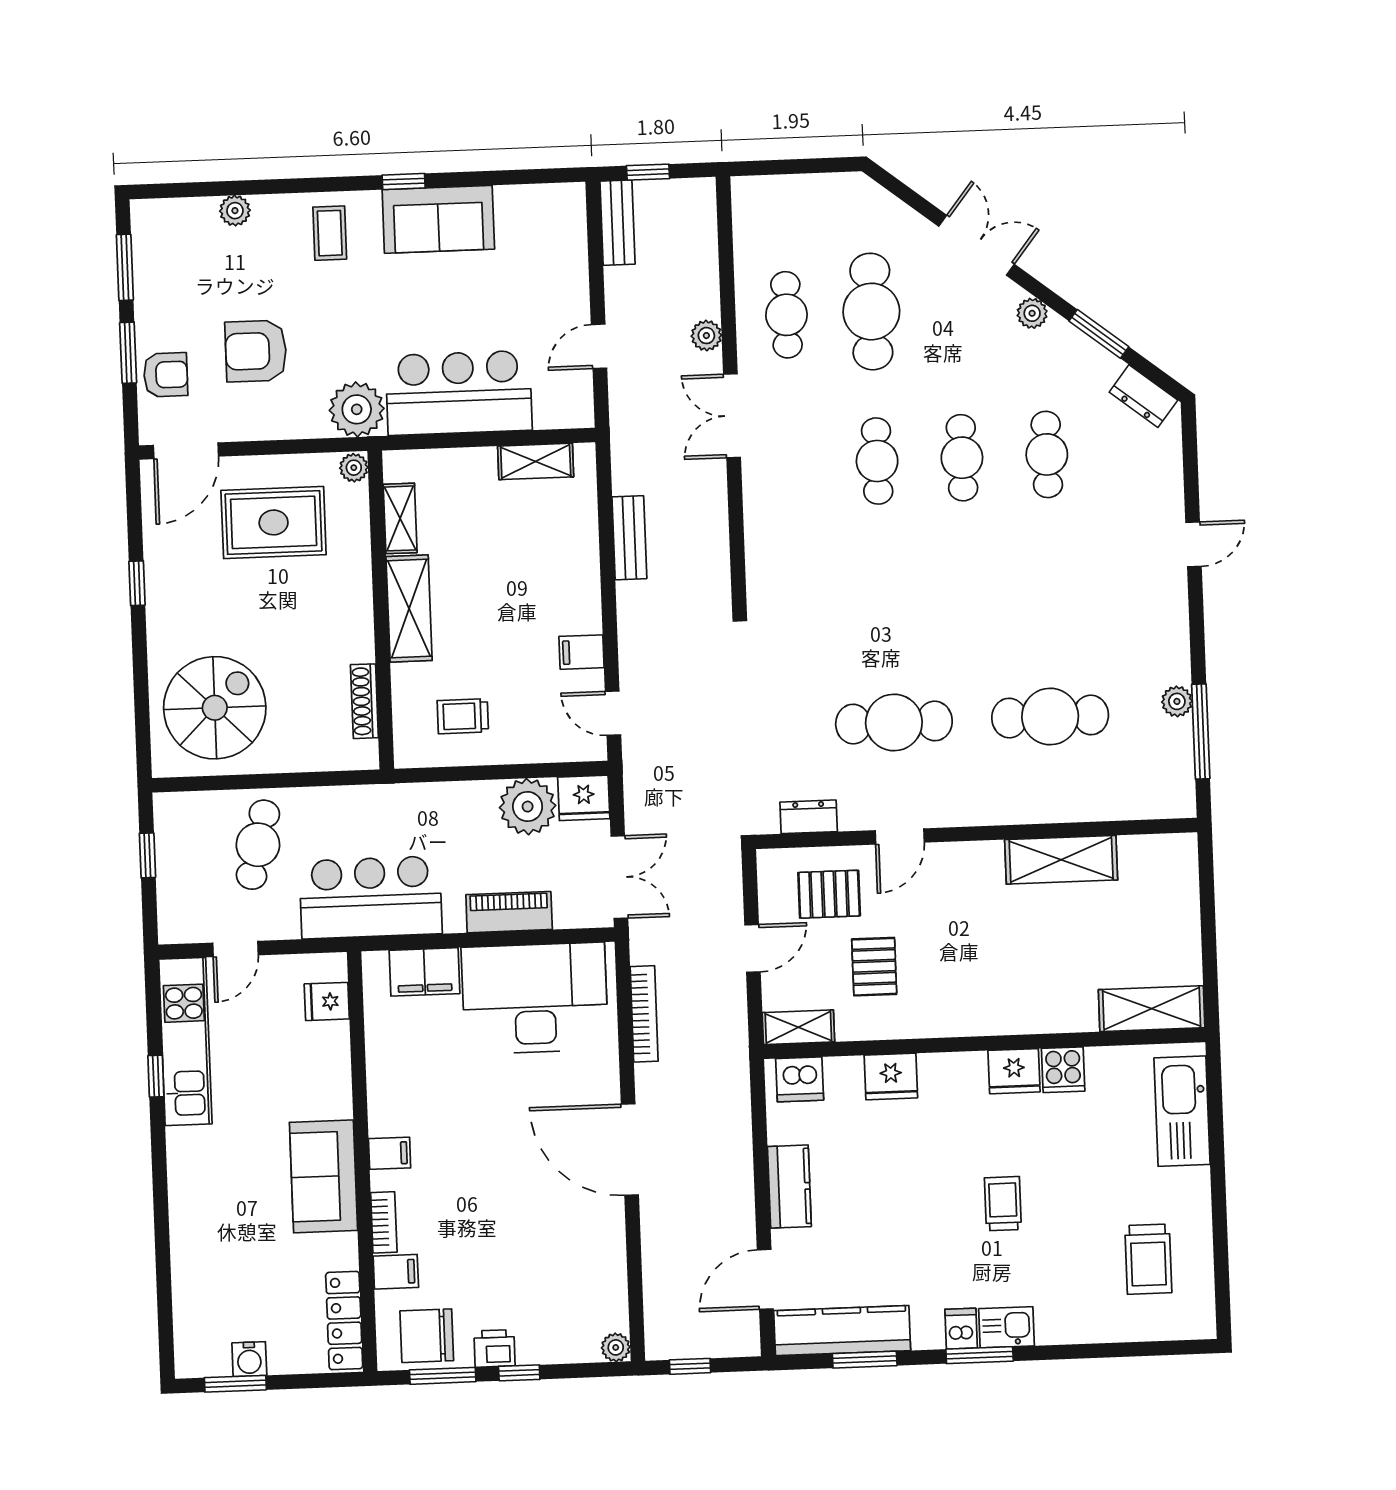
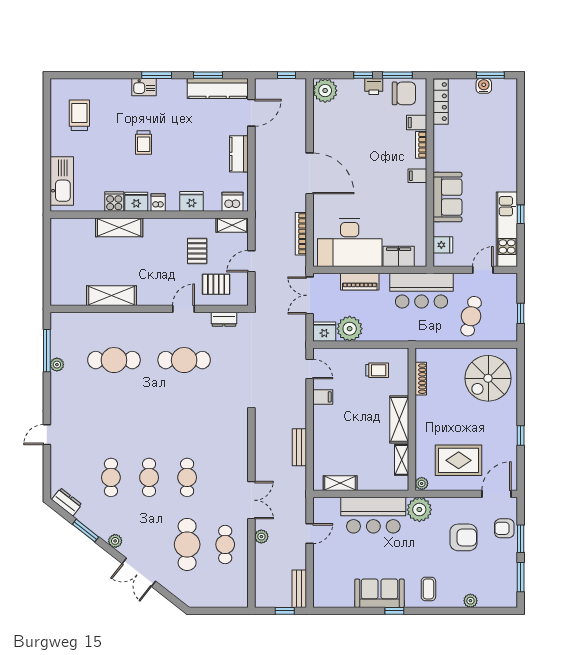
shelving: (1152, 1009) -> (119, 227), moved
sofa: (323, 1176) -> (447, 197), moved
dishwasher: (961, 1329) -> (158, 203), moved, turned 180
plant: (616, 1347) -> (325, 91), width x1.88, depth x1.88

